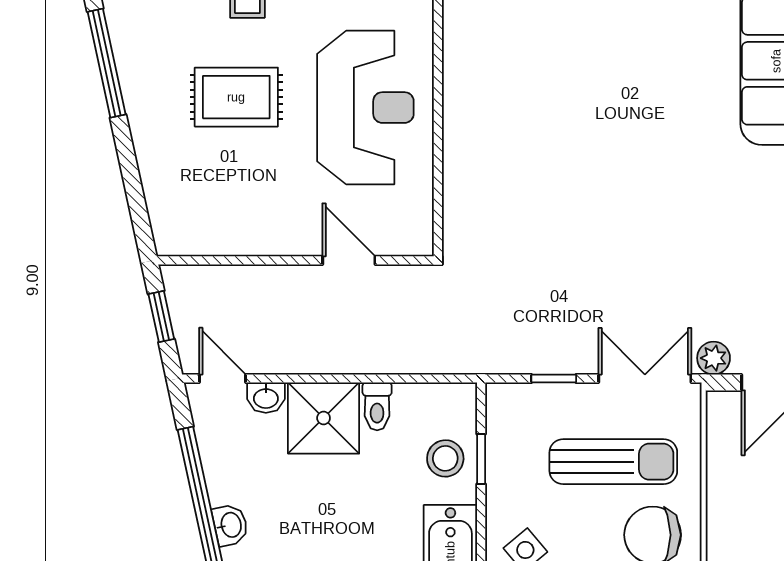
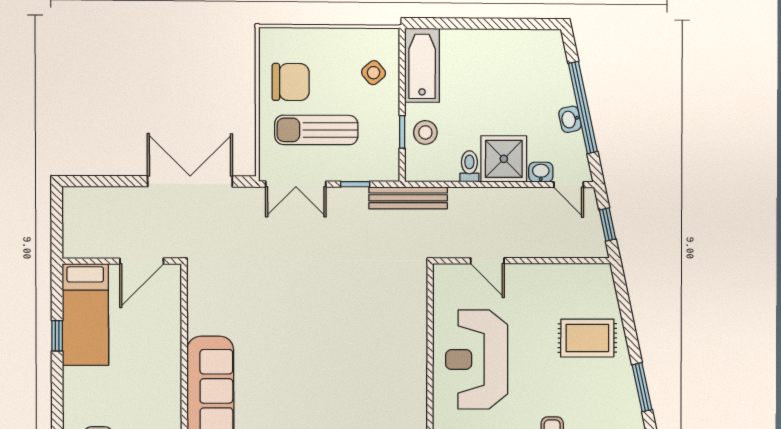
window: (107, 63) -> (642, 387), width x0.69
rug: (236, 97) -> (587, 338), moved
bench: (472, 358) -> (408, 198), added
plant: (714, 358) -> (251, 197), removed
washbasin: (230, 525) -> (570, 119), moved

